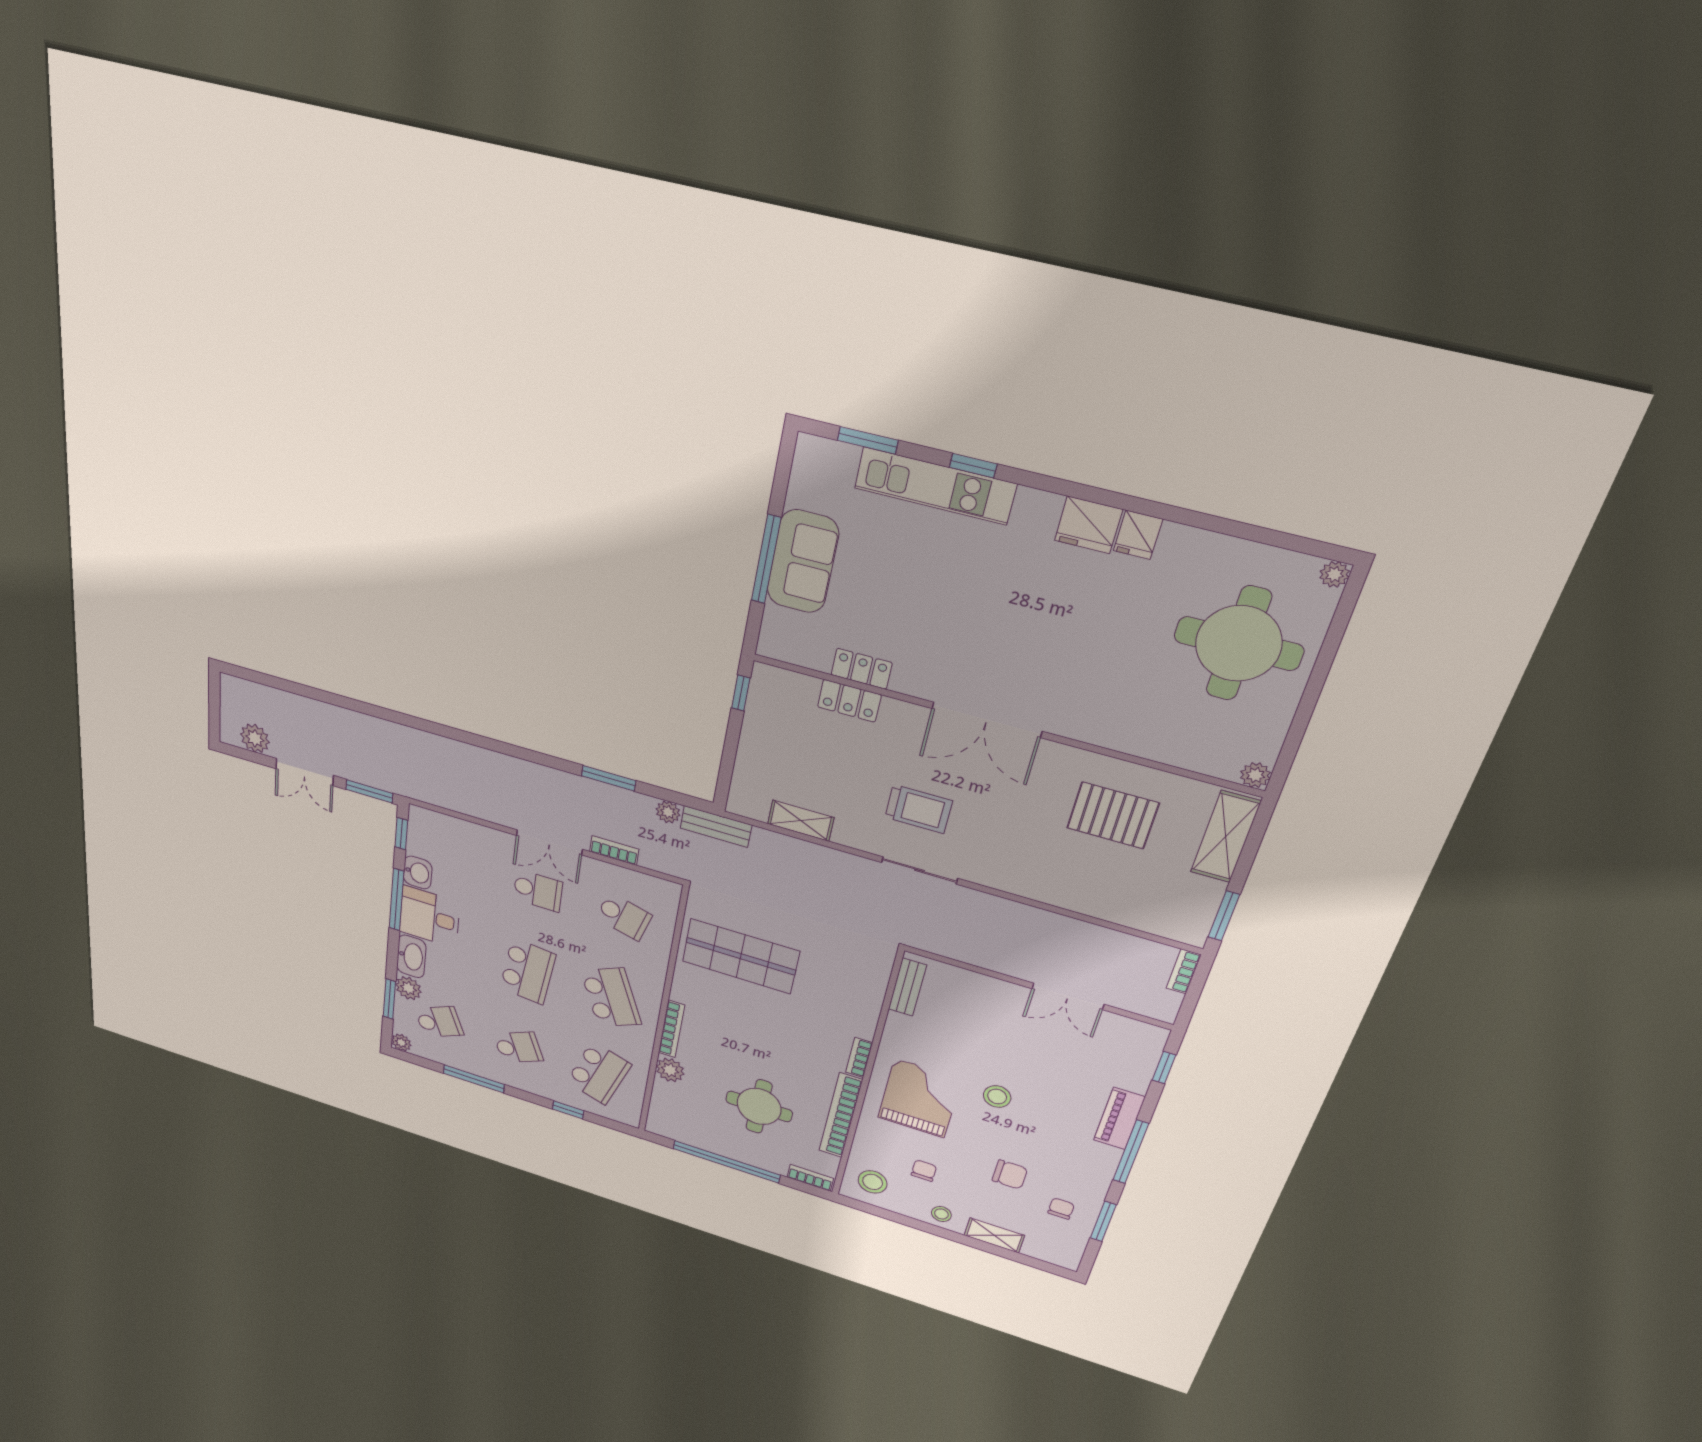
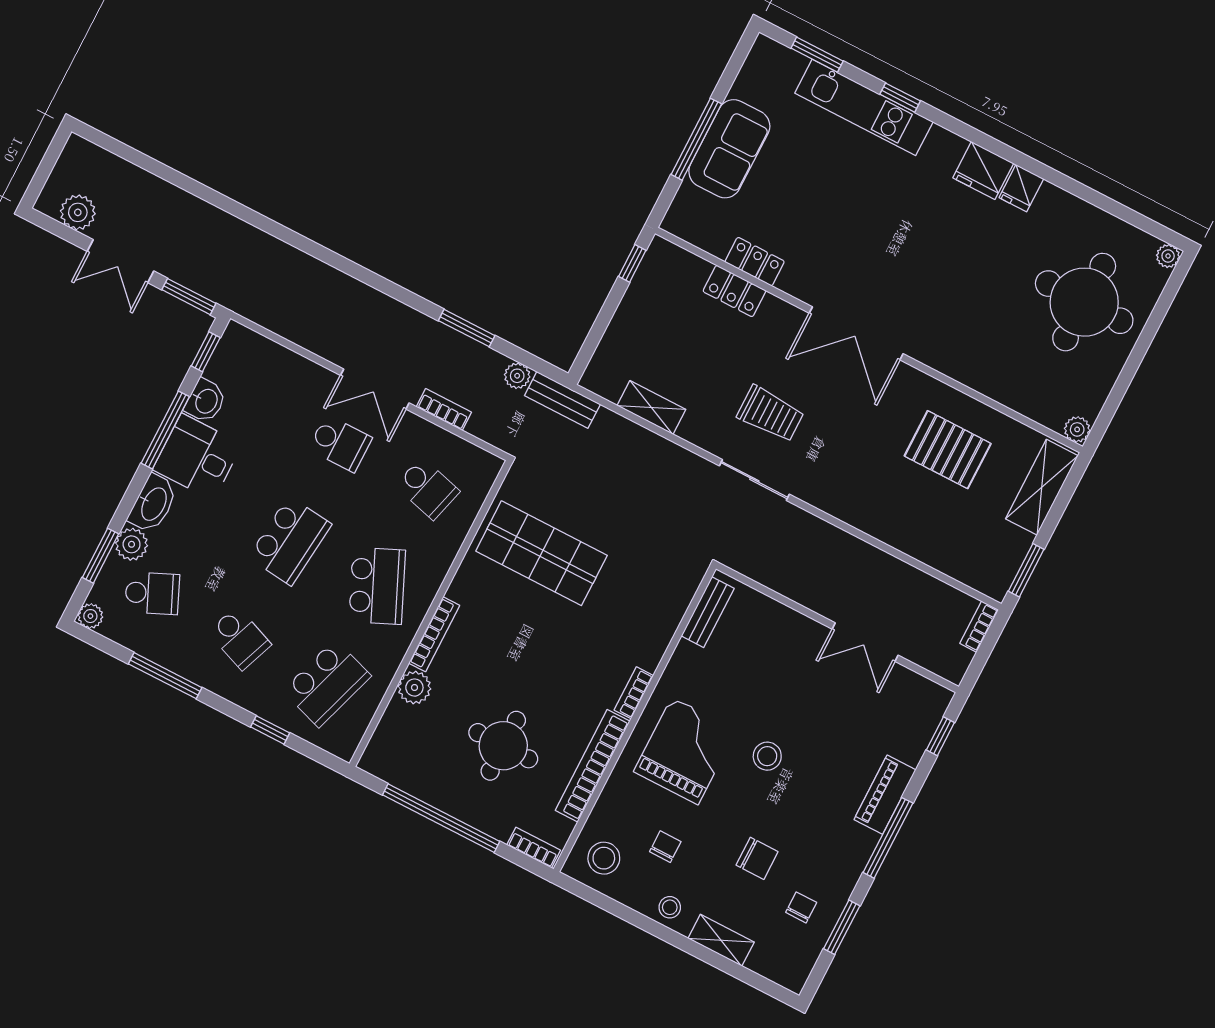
school desk: (518, 1047) -> (240, 638), turned 45

